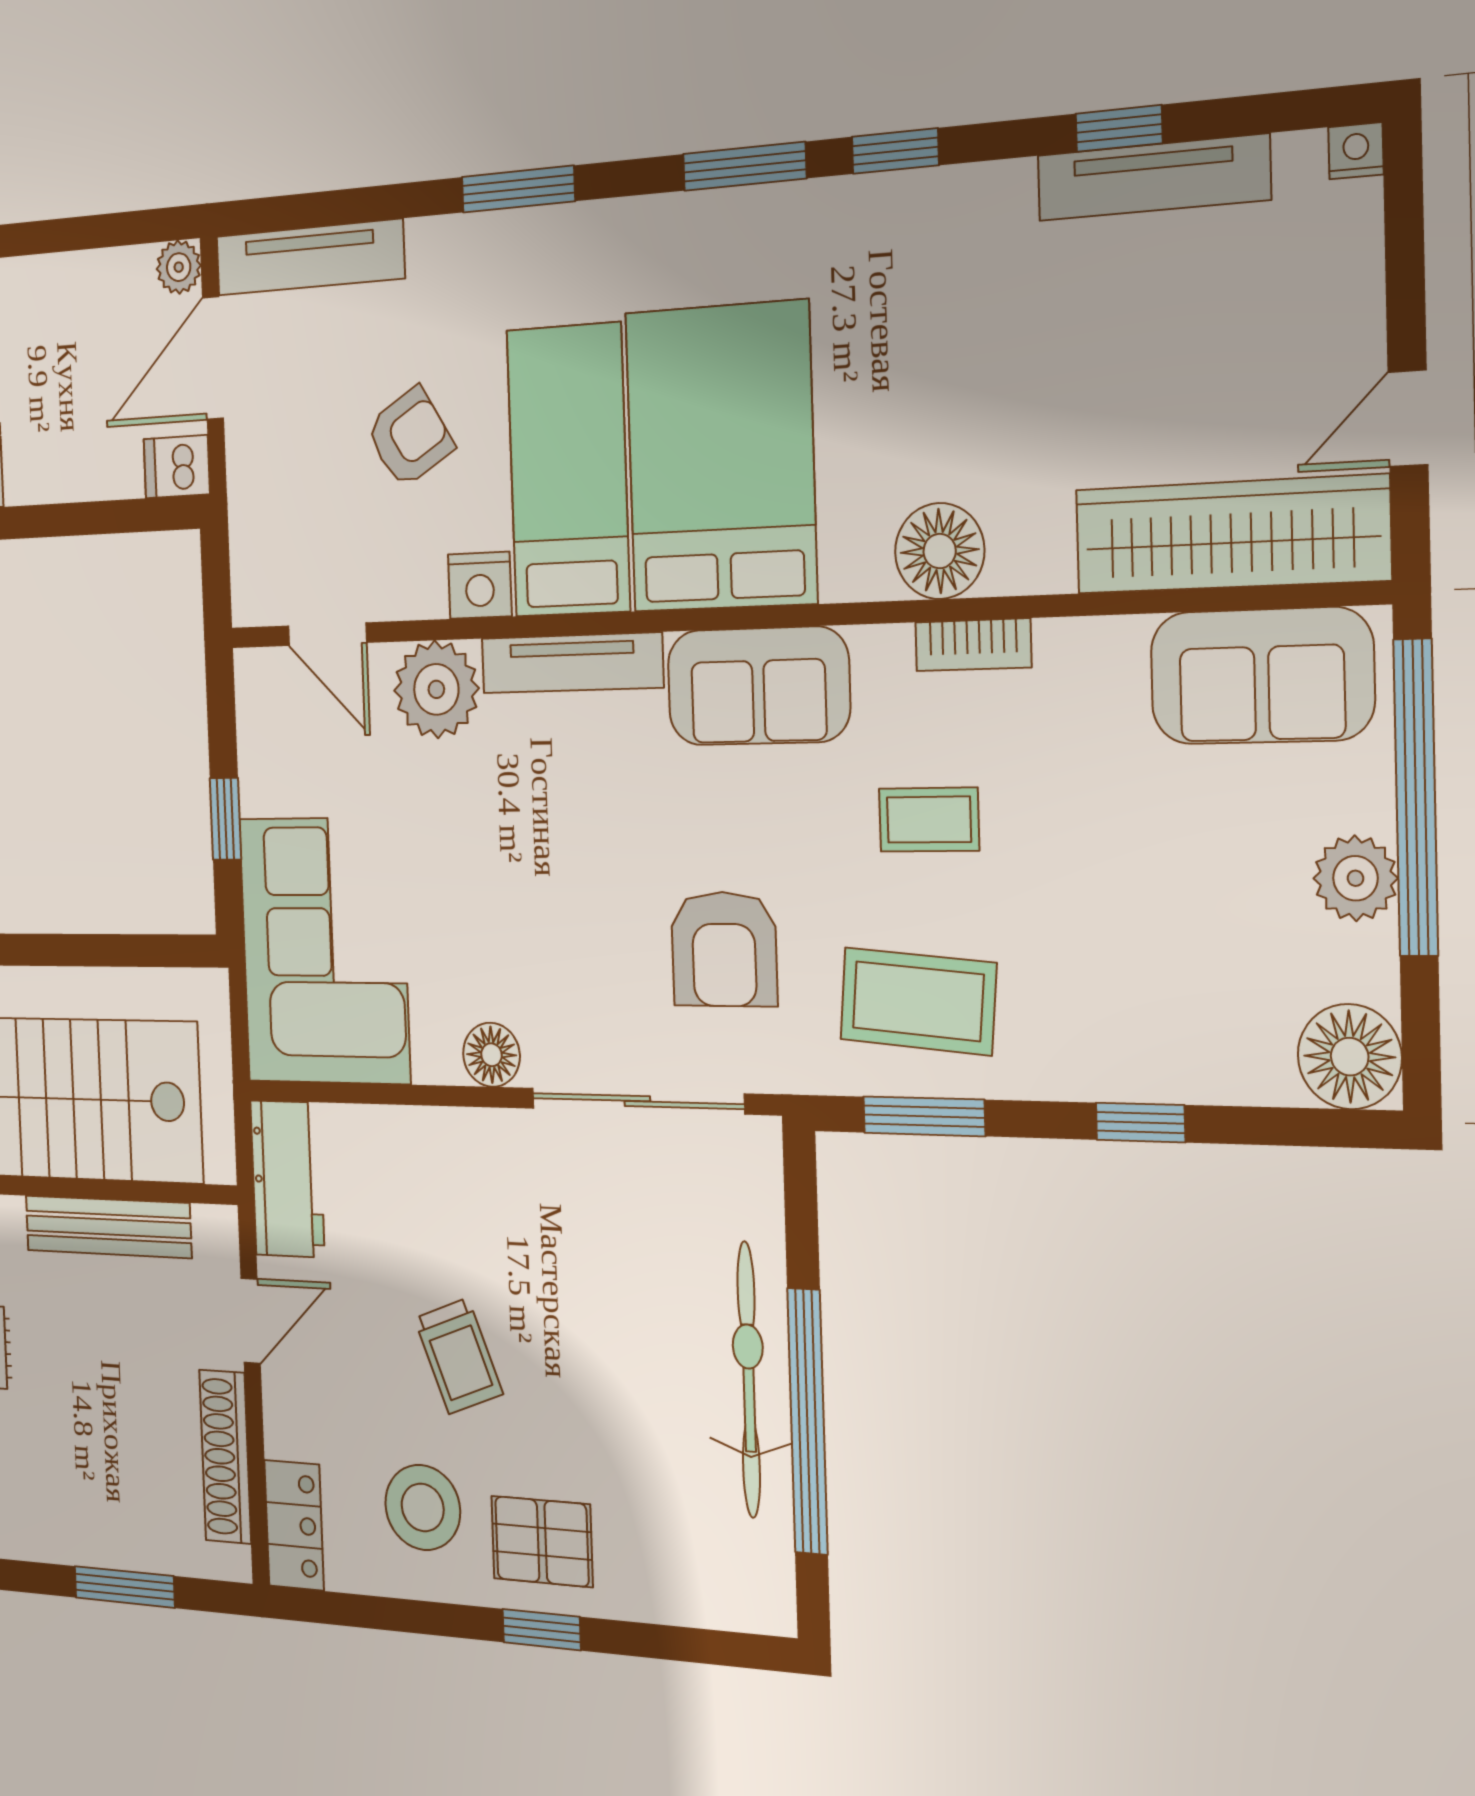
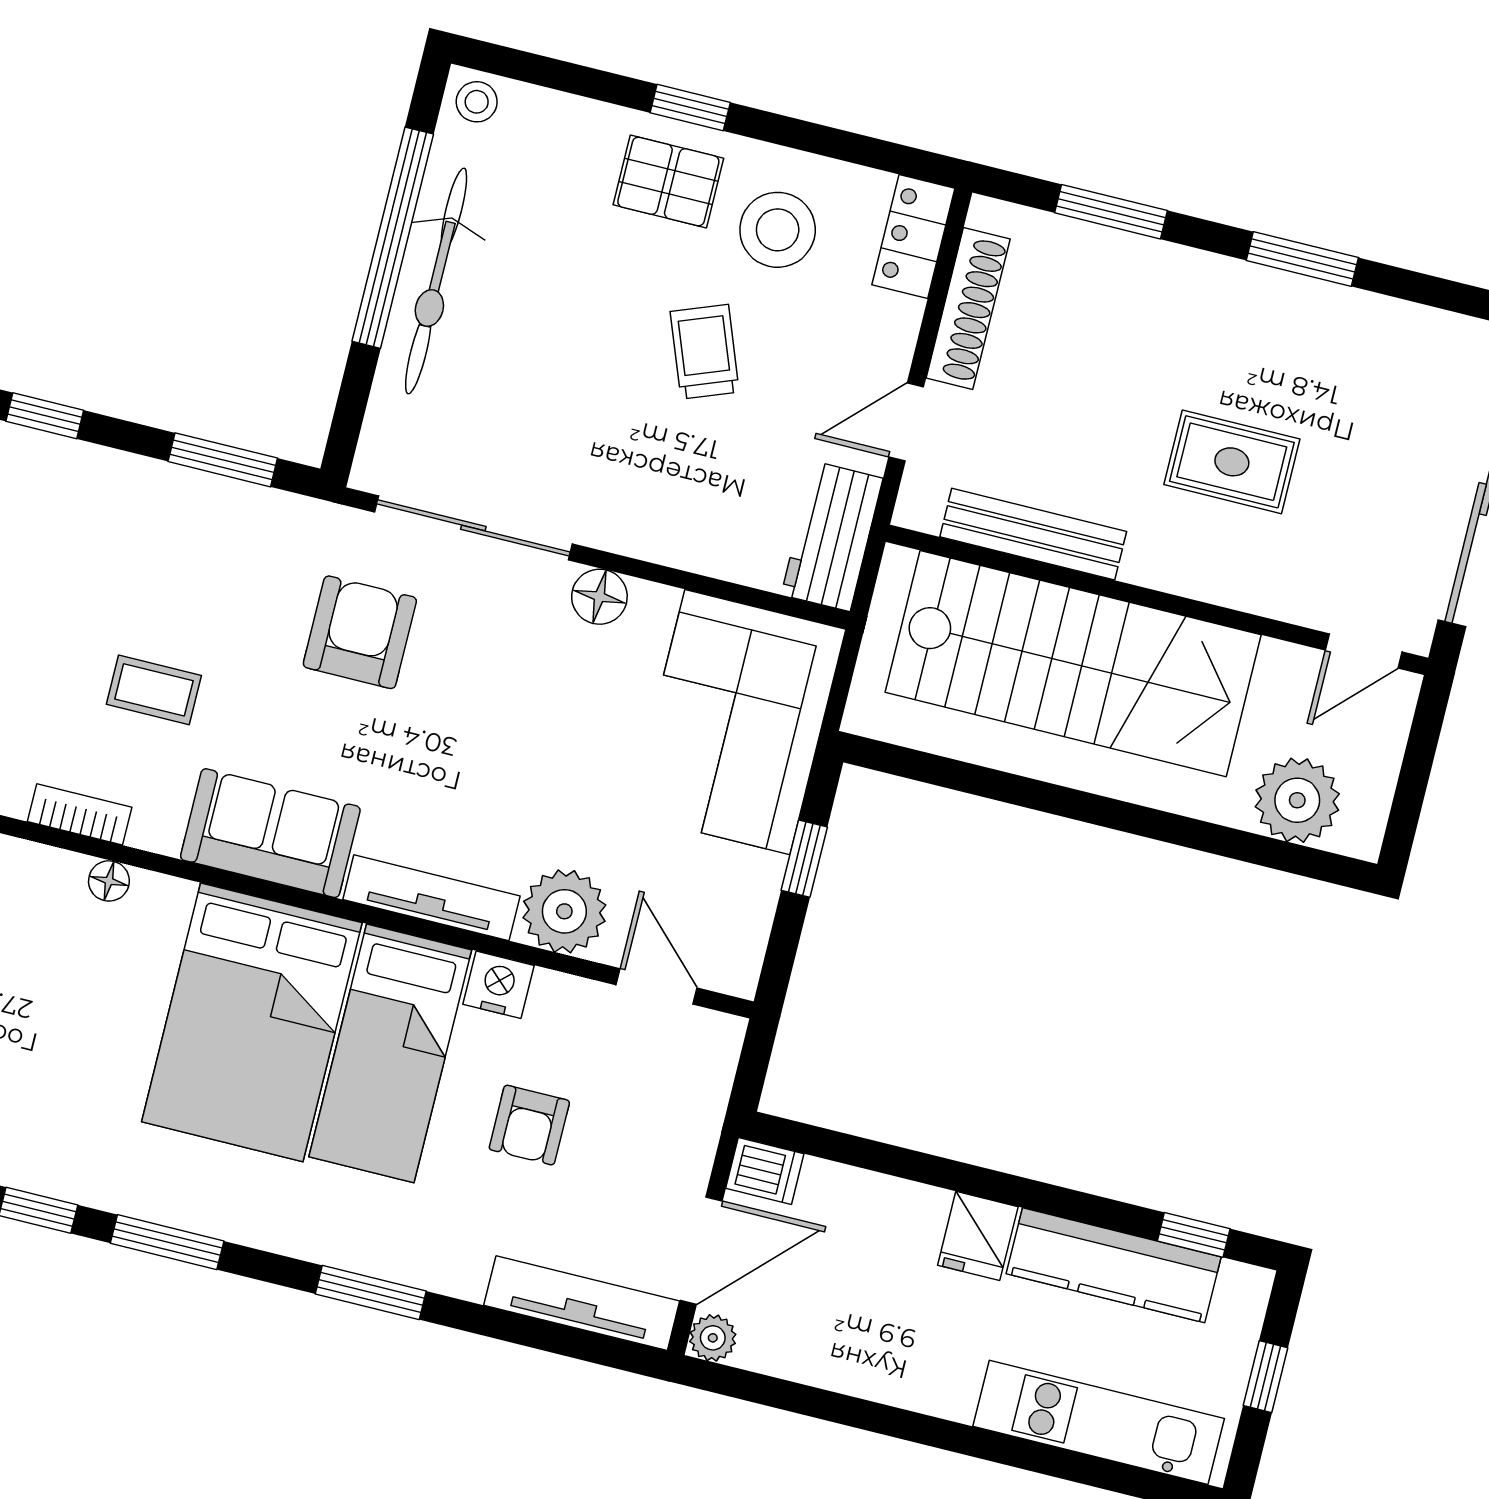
armchair: (410, 437) -> (529, 1125), turned -59
floor lamp: (940, 551) -> (109, 881), width x0.53, depth x0.53
coffee table: (918, 1001) -> (203, 551), removed
stool: (760, 1598) -> (477, 102), added

